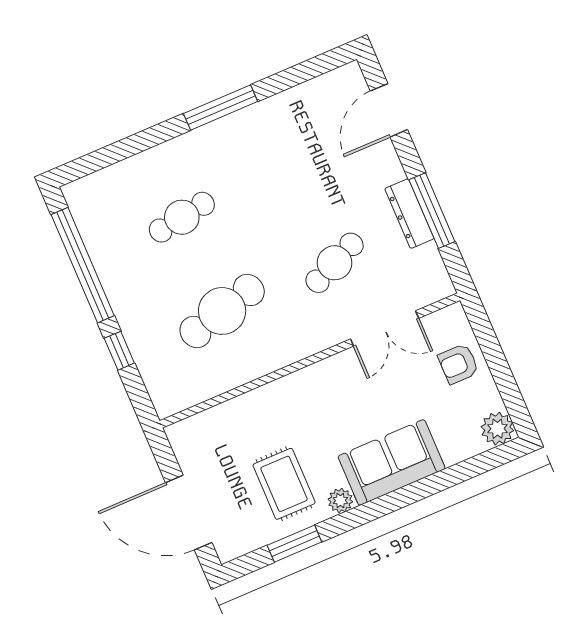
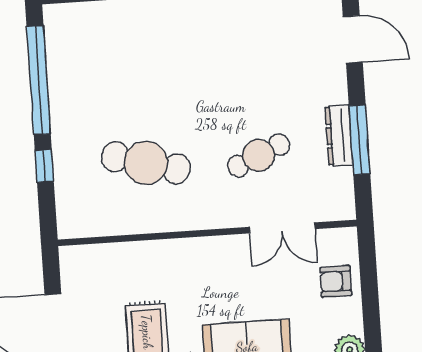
door: (389, 110) -> (353, 39), swing flipped
cafe table: (182, 217) -> (140, 69), removed
cafe table: (222, 311) -> (146, 163), turned 30

